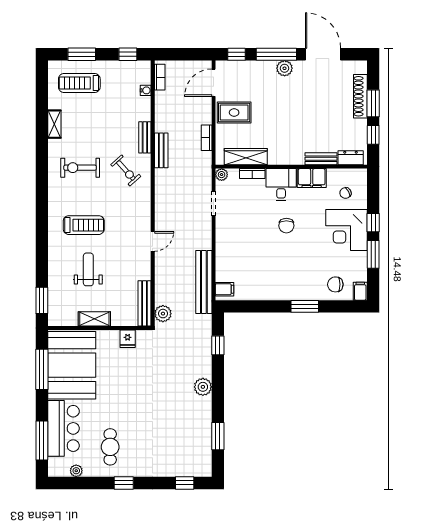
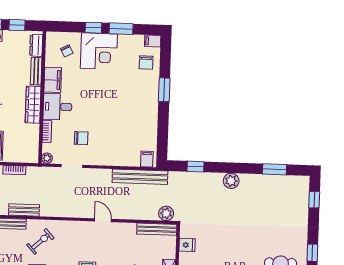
wardrobe: (246, 157) -> (33, 105), moved
chair: (286, 226) -> (81, 138), moved

